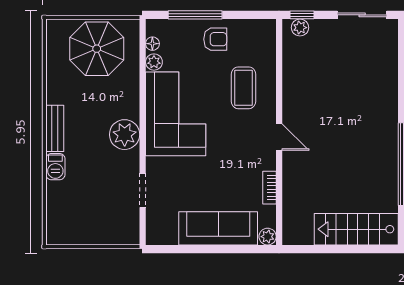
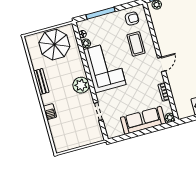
armchair: (215, 39) -> (132, 19), moved
bench: (55, 128) -> (41, 82), moved
door: (279, 137) -> (162, 64), hinge flipped

